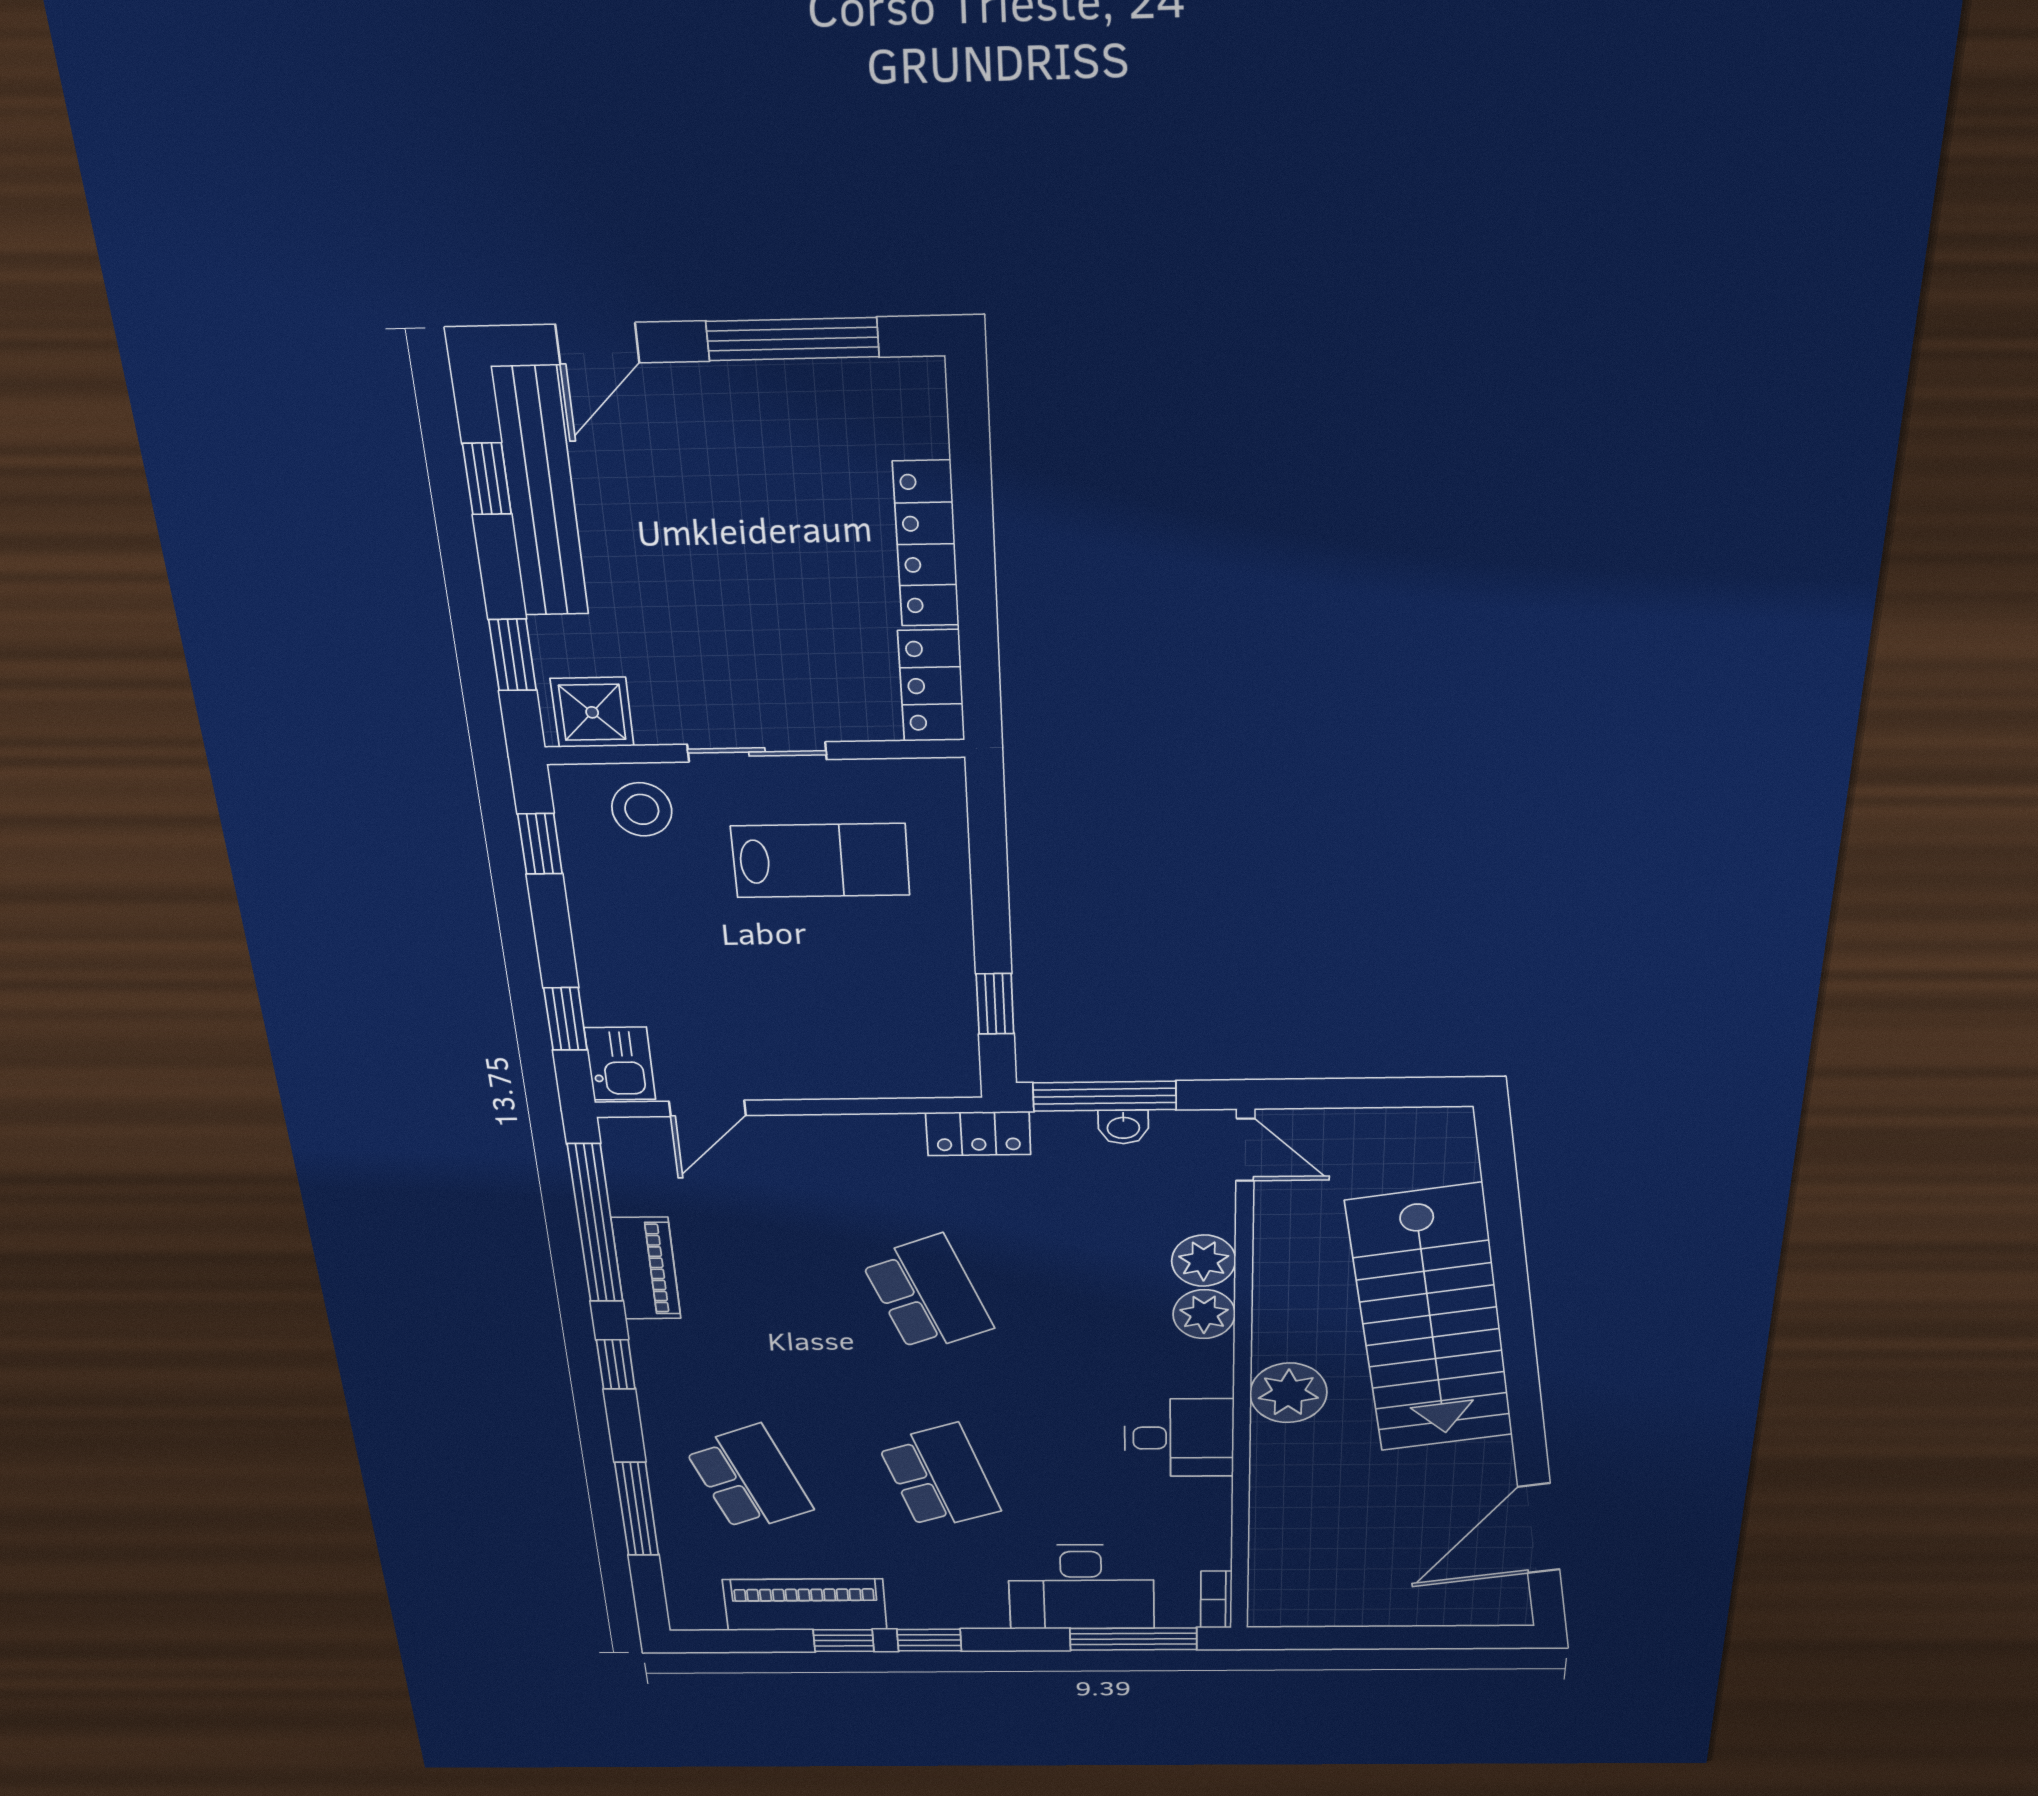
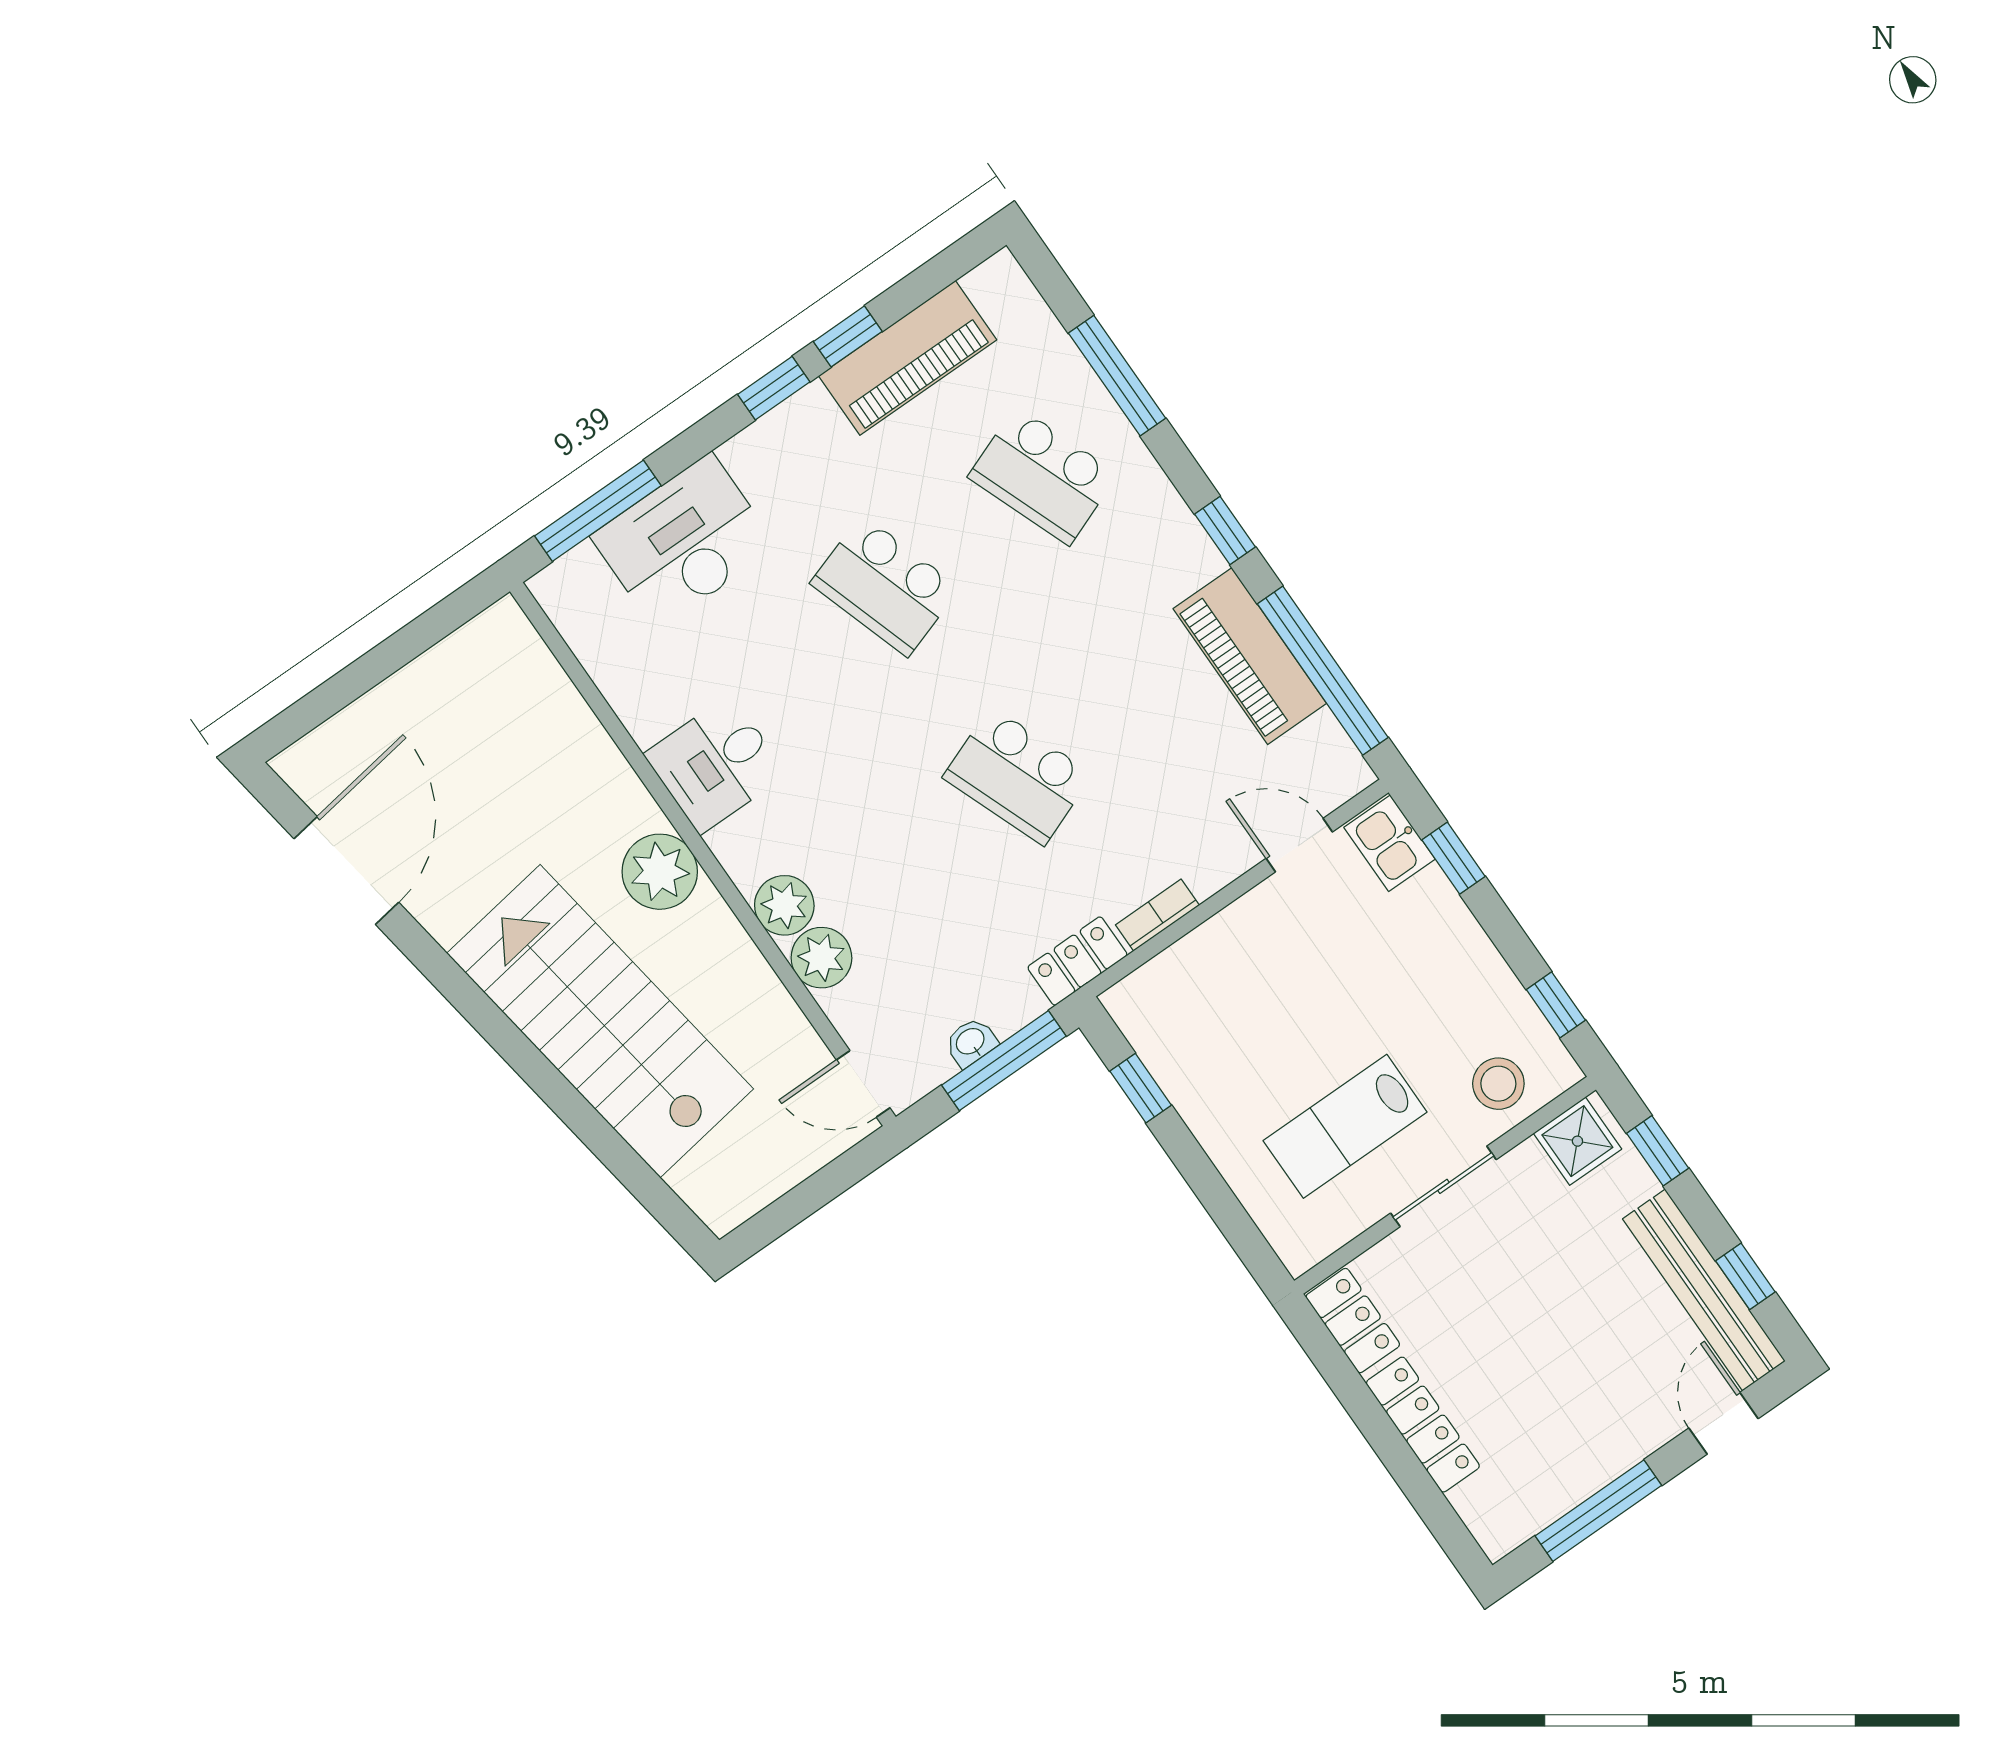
door: (707, 1108) -> (1299, 845), hinge flipped
piano: (646, 1268) -> (1250, 656), width x1.37, depth x1.33
bookcase: (1216, 1600) -> (1157, 915), moved, turned -90

